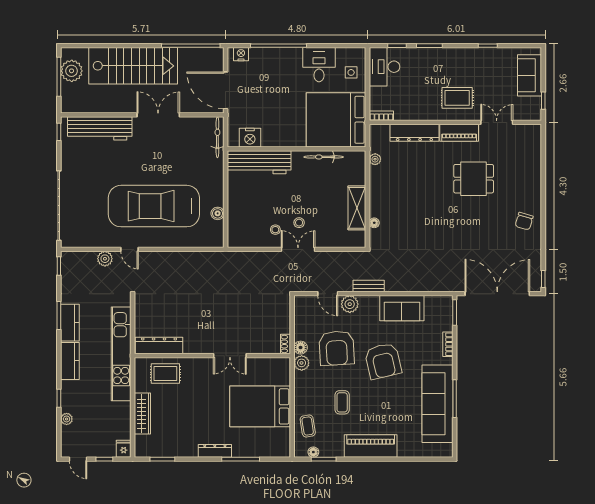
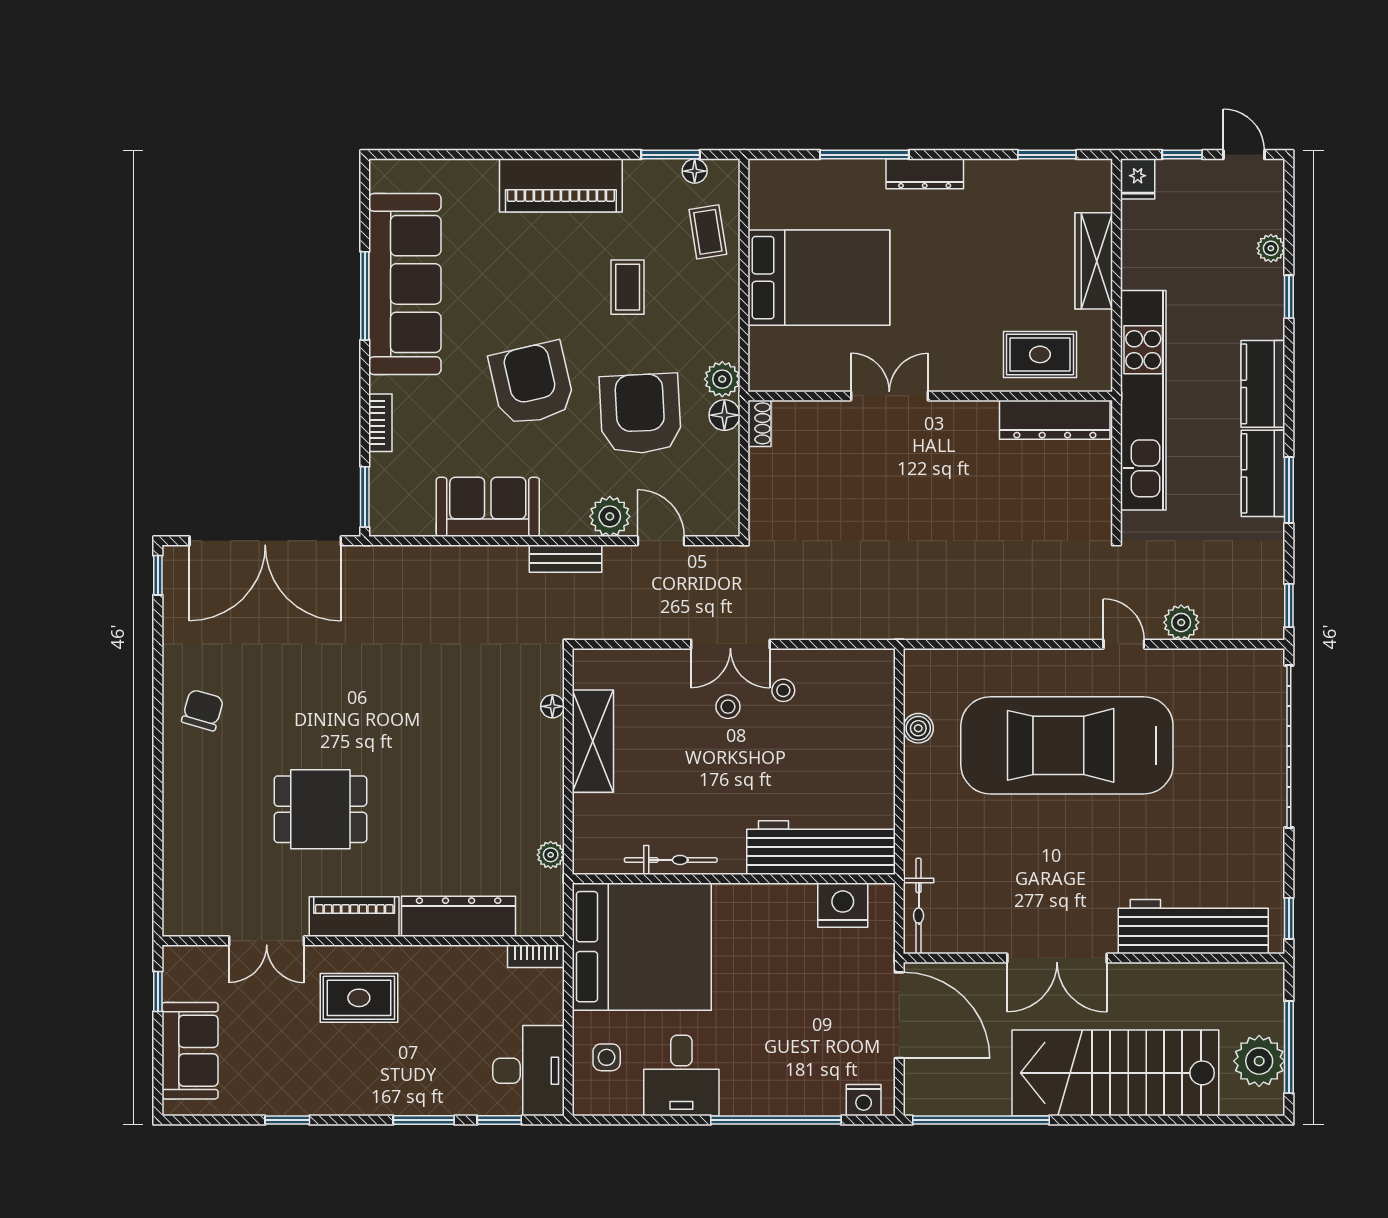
car: (154, 206) -> (1067, 745), turned 180

